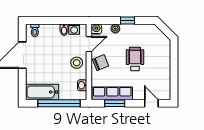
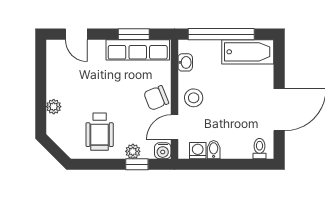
window: (127, 20) -> (137, 164), moved
plant: (166, 57) -> (54, 107), added
wheelchair: (135, 59) -> (100, 132), moved

